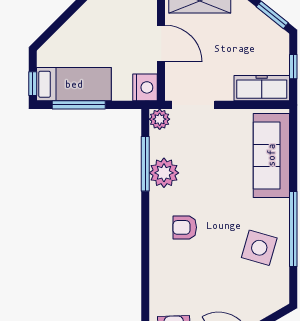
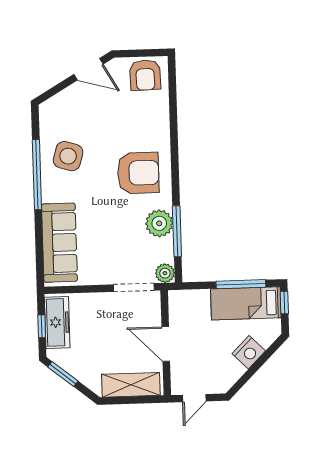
nightstand: (145, 87) -> (249, 352), moved, turned -135
freezer: (262, 88) -> (57, 322), moved, turned -90
armchair: (185, 227) -> (138, 173), width x1.88, depth x1.88

